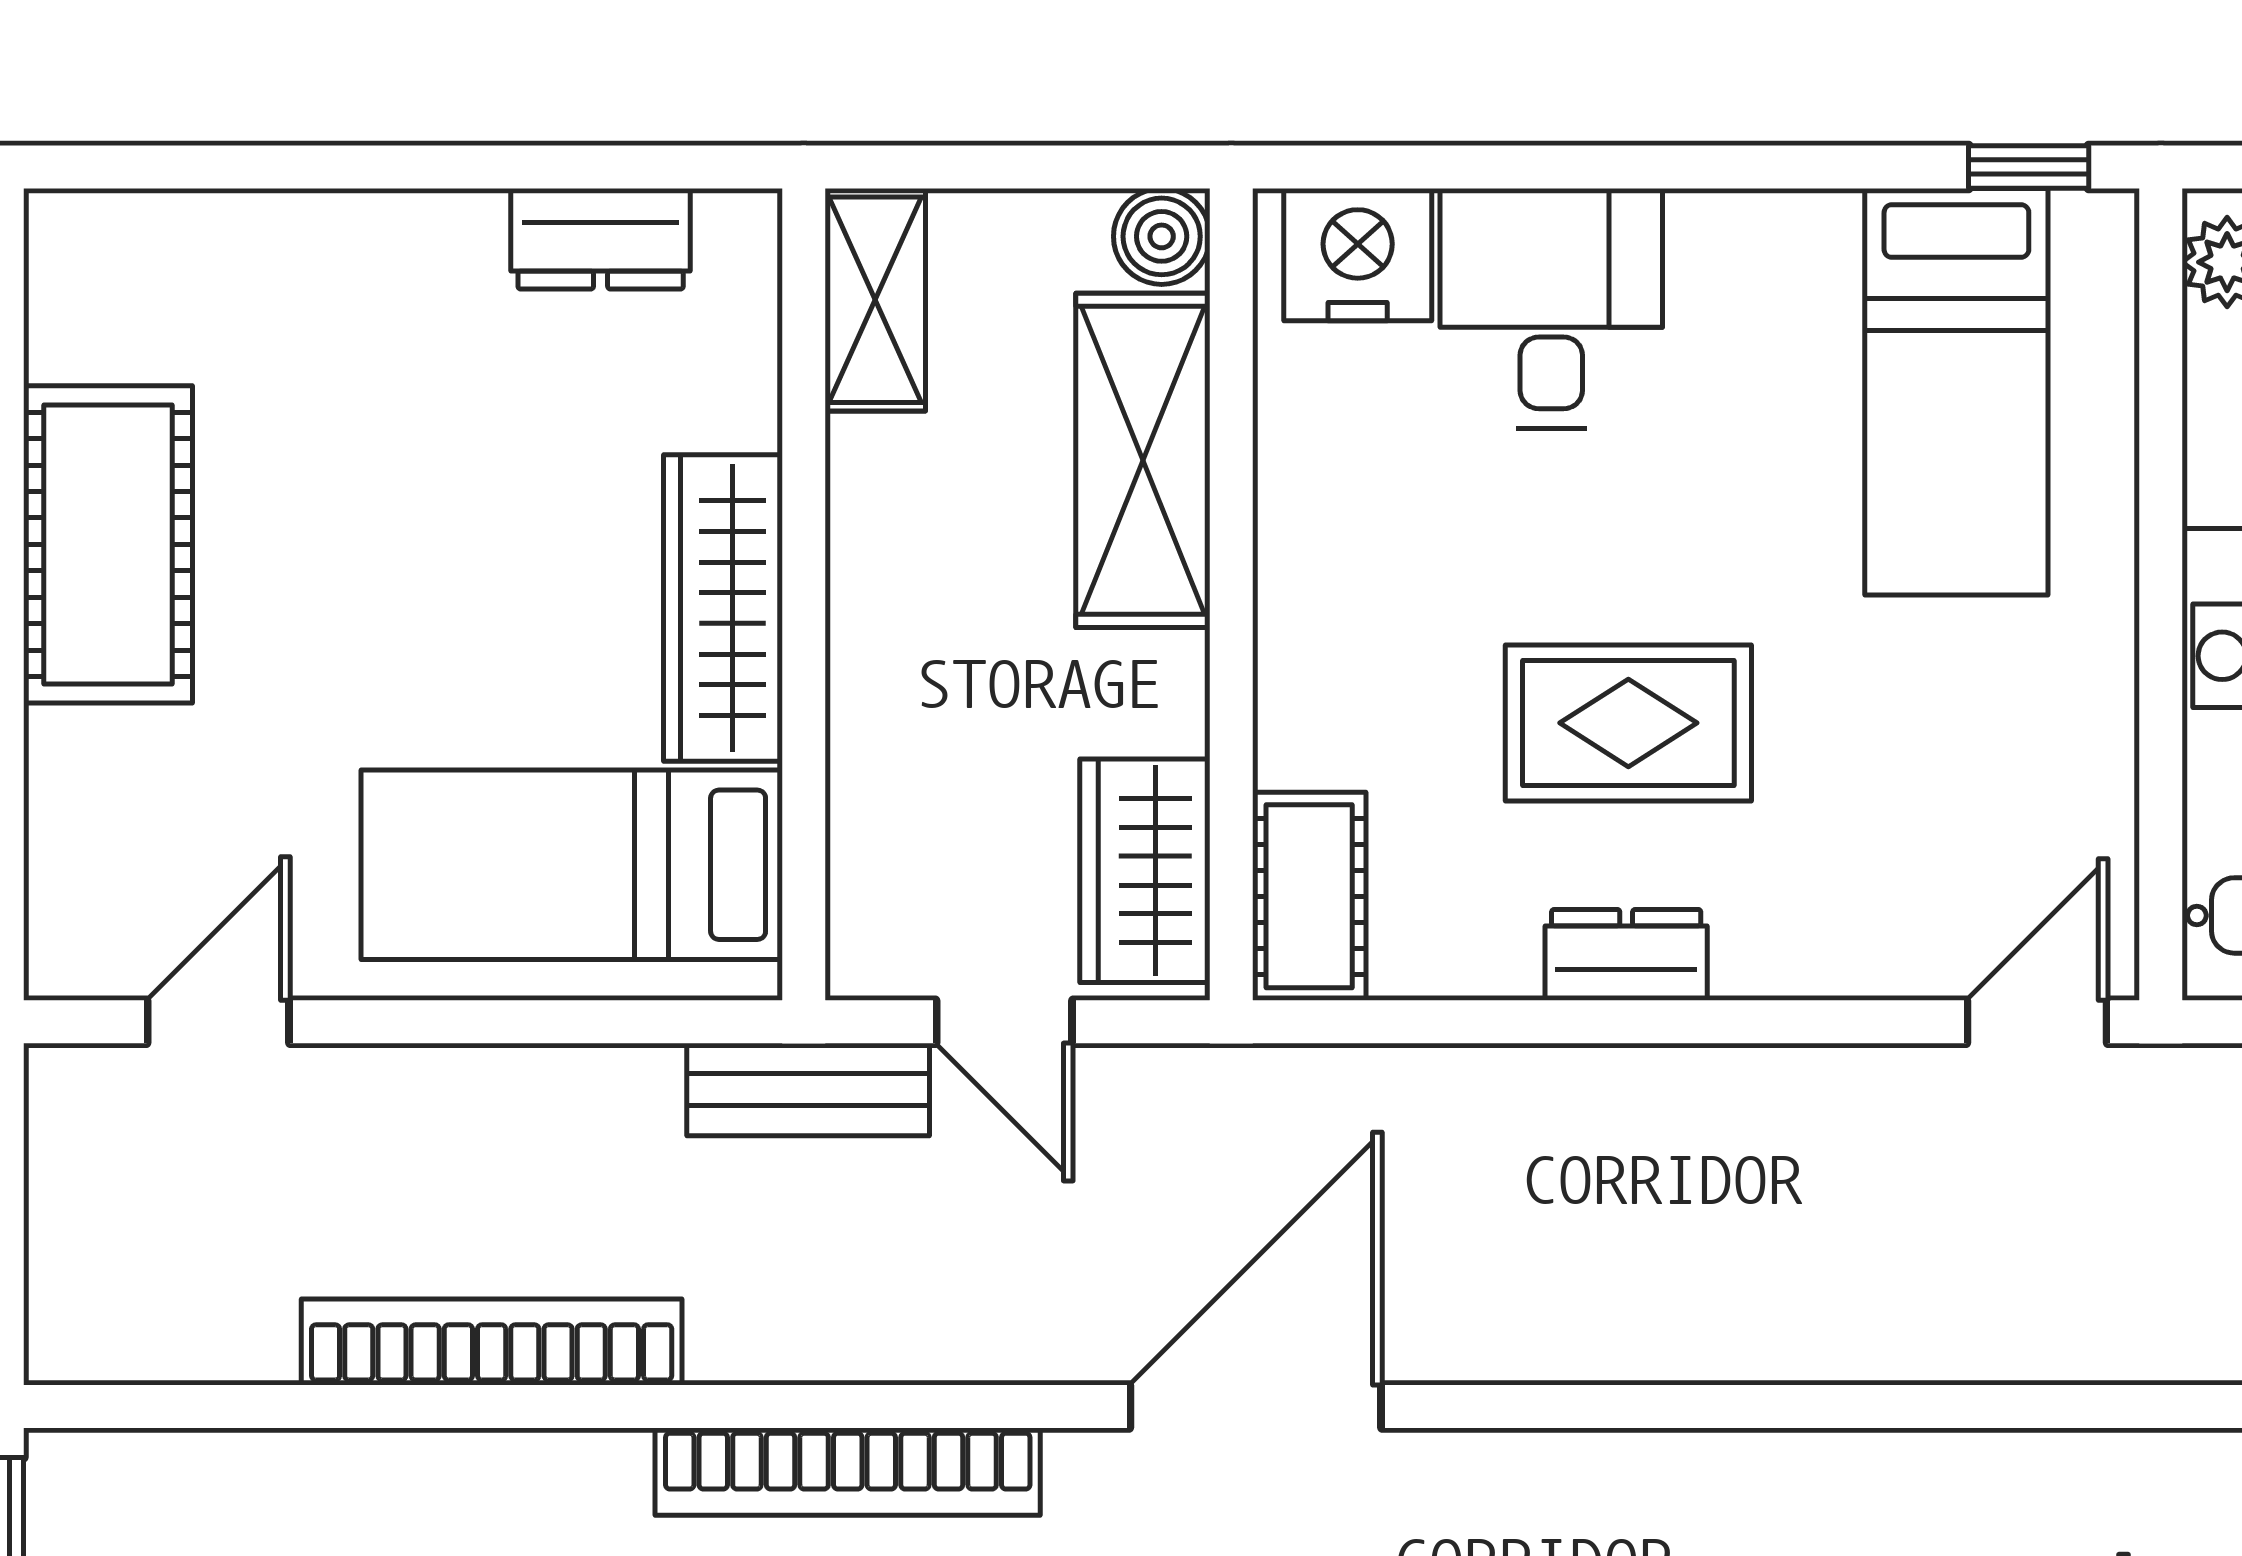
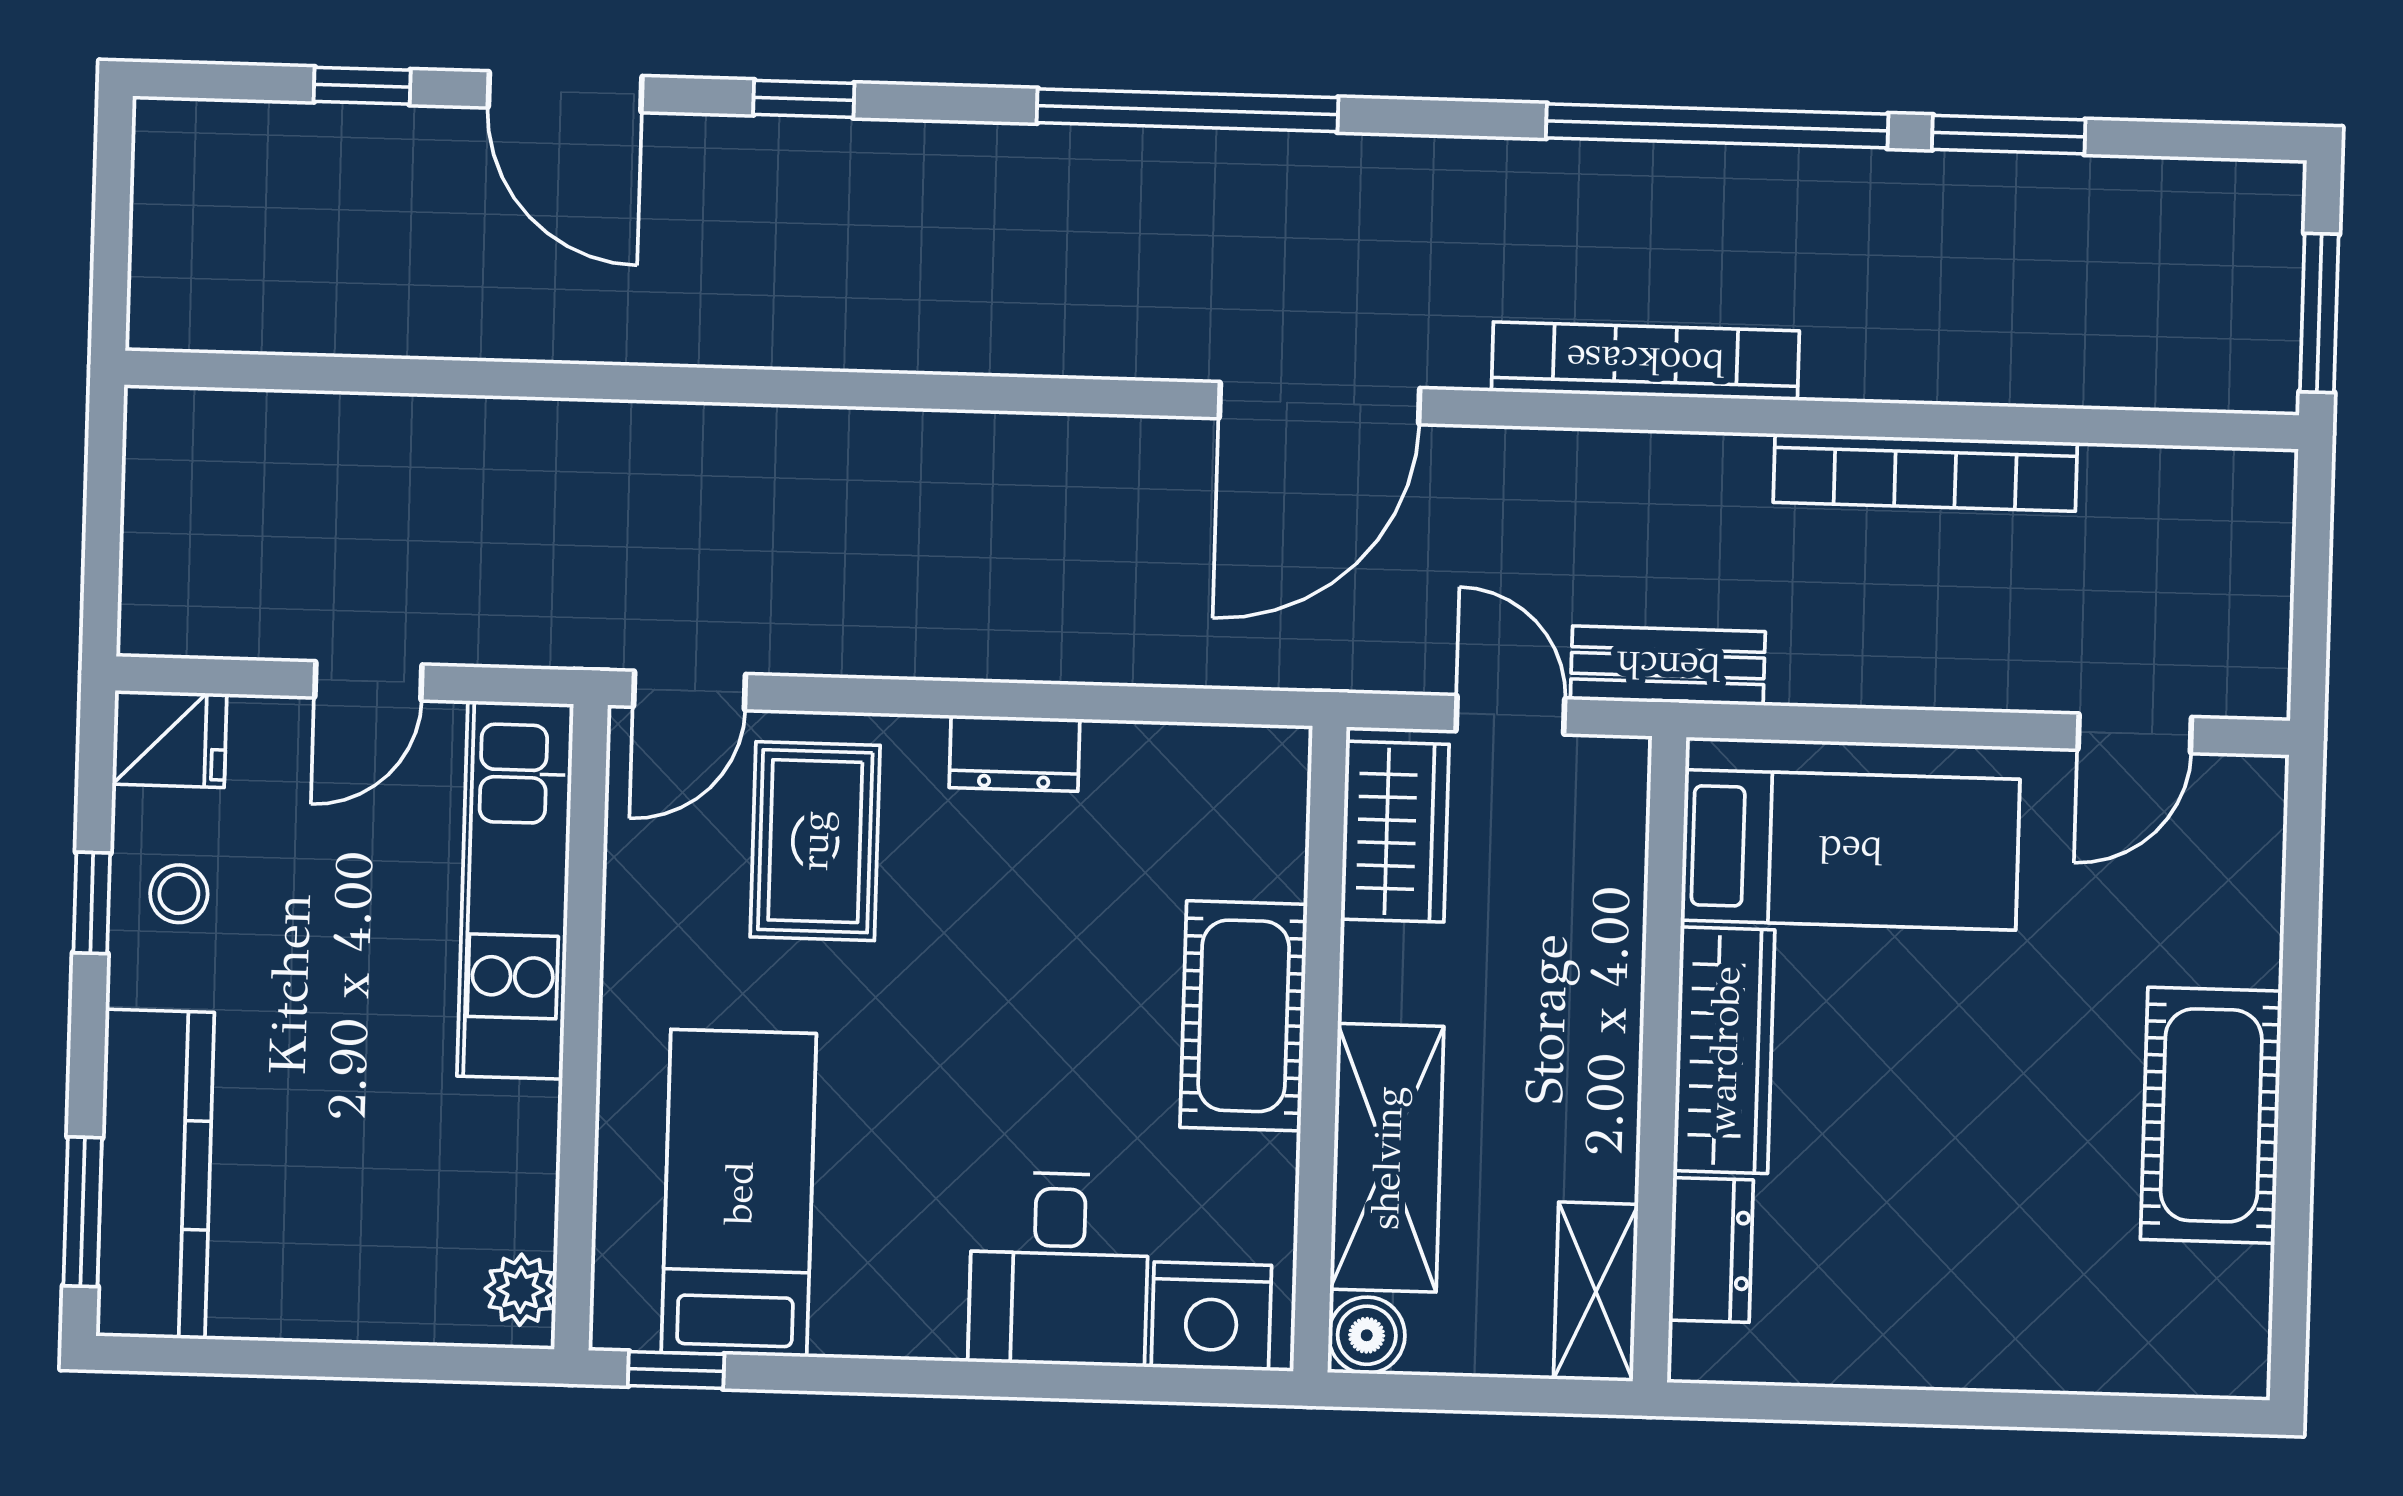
dresser: (601, 239) -> (1711, 1250), moved, turned 90
rug: (1628, 723) -> (815, 841), moved, turned 90
cot: (1309, 896) -> (1244, 1016), moved, width x1.37, depth x1.34

